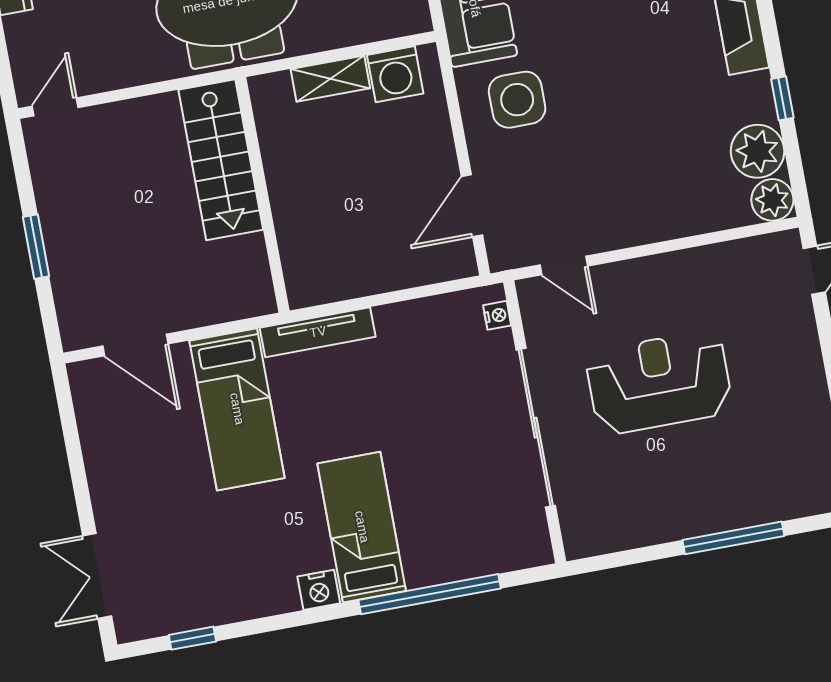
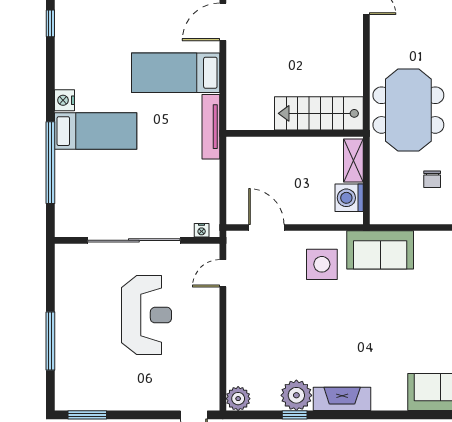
plant: (757, 151) -> (296, 395), moved
stairs: (221, 160) -> (319, 113), moved
wall: (262, 195) -> (295, 133), moved

